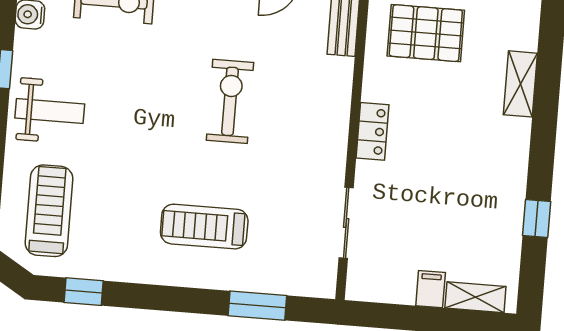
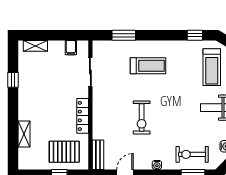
locker: (372, 131) -> (83, 116), width x1.53
filing cabinet: (431, 289) -> (71, 48), moved

